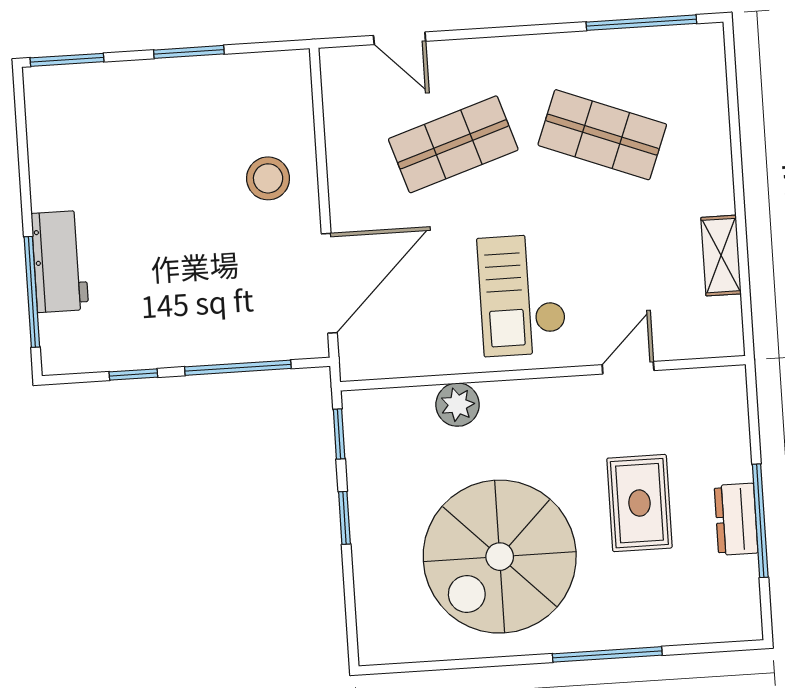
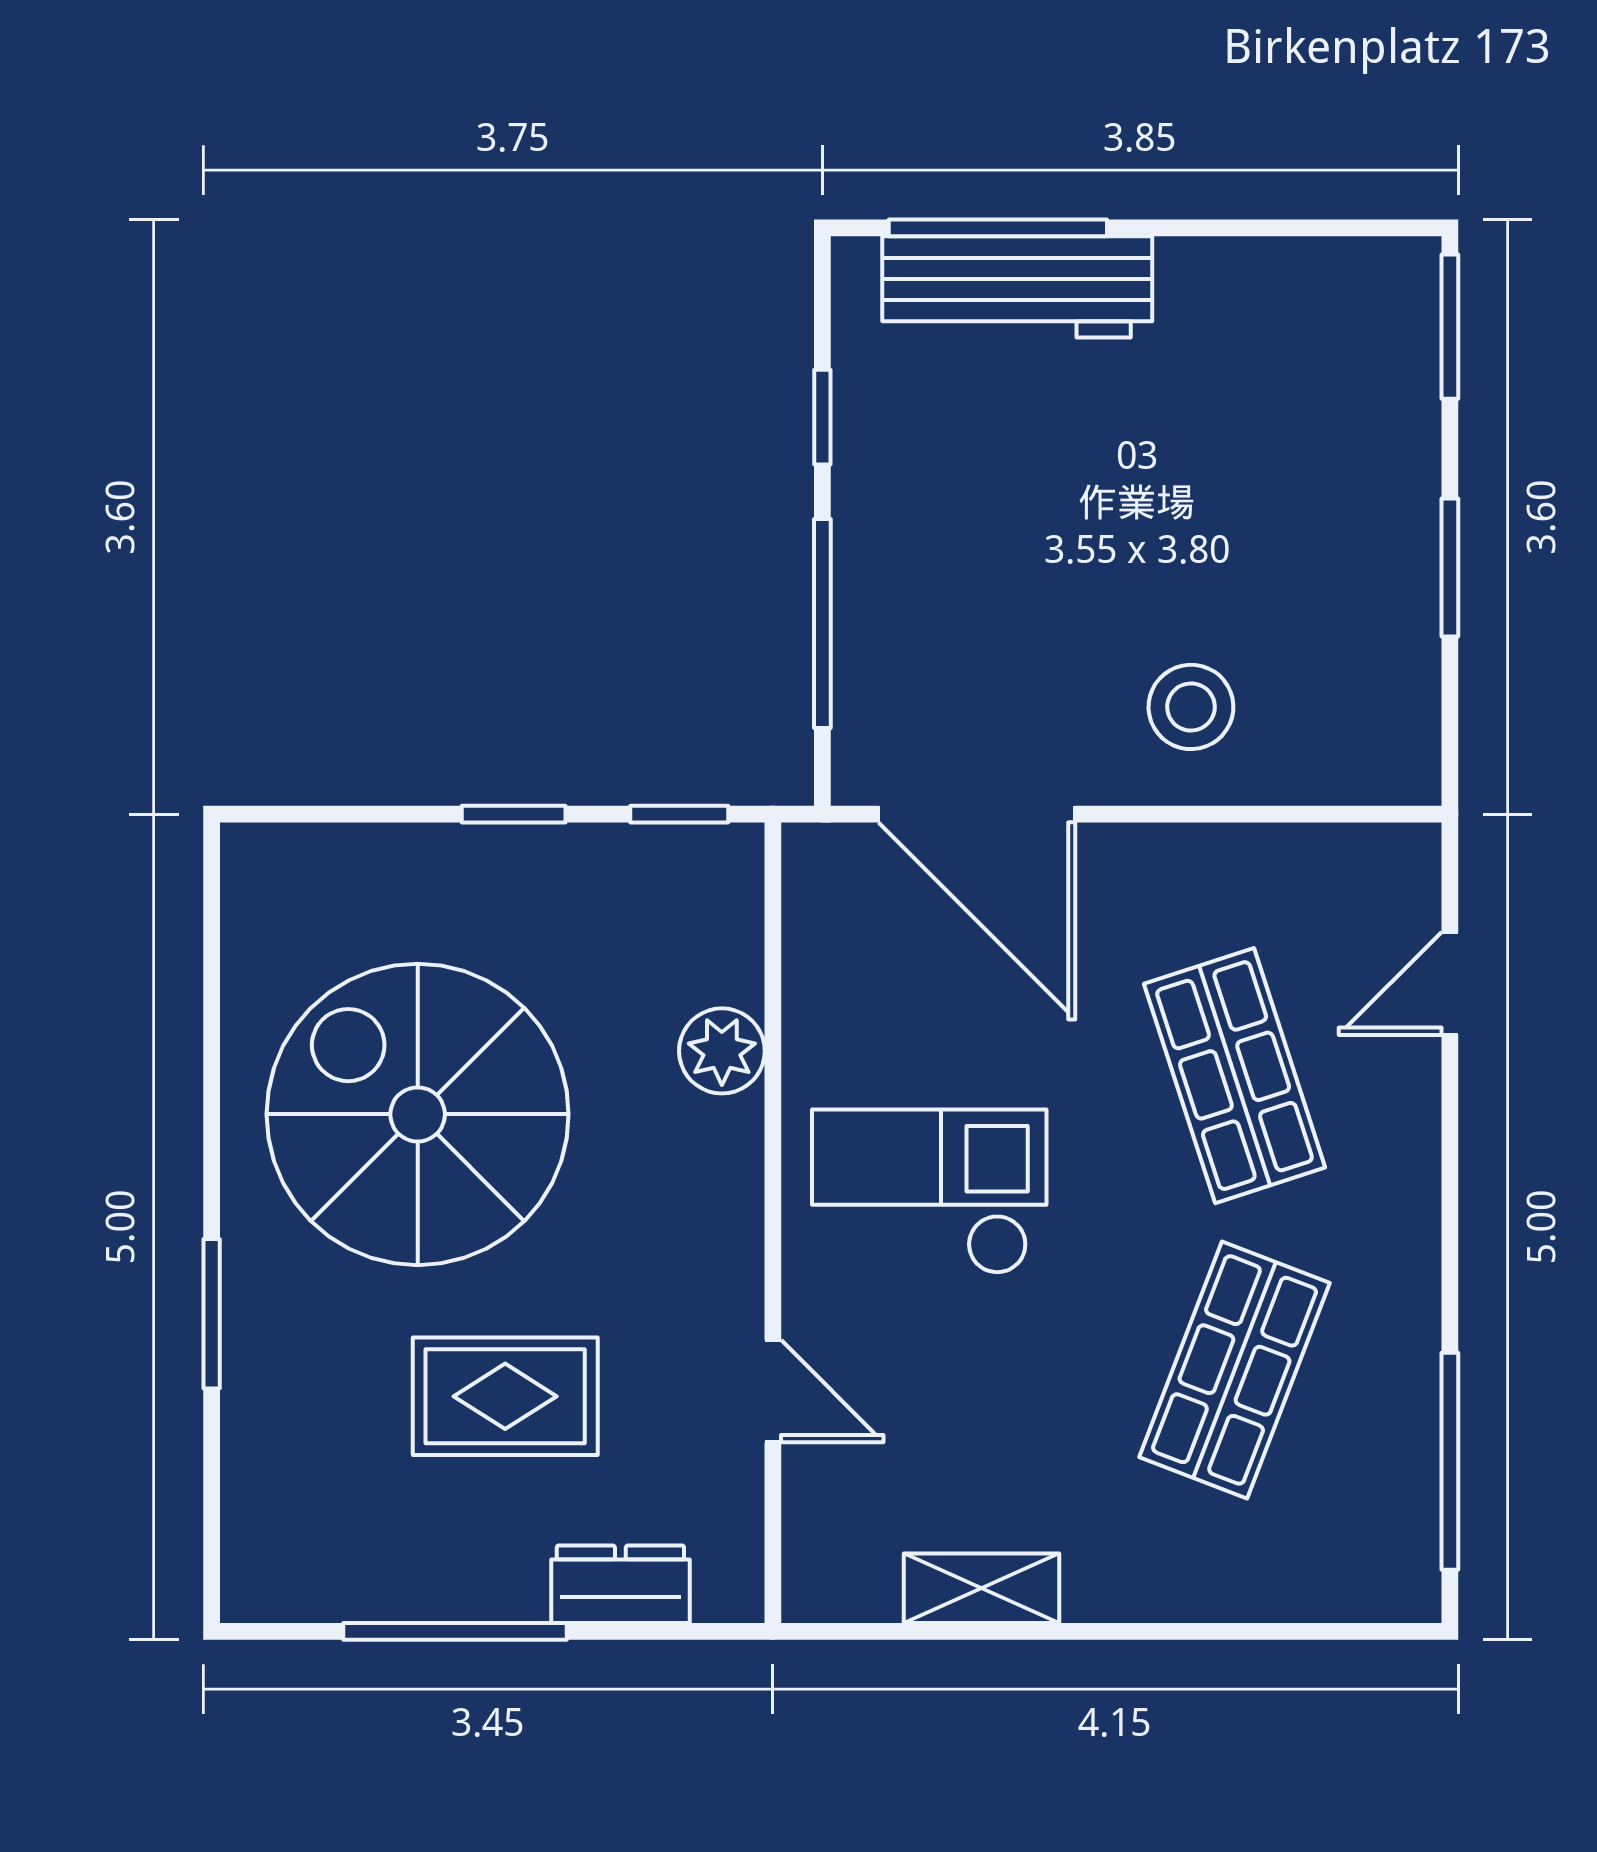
workbench: (60, 261) -> (1017, 287), width x1.38
dresser: (736, 519) -> (620, 1584), moved
window: (607, 654) -> (212, 1314), width x0.69

